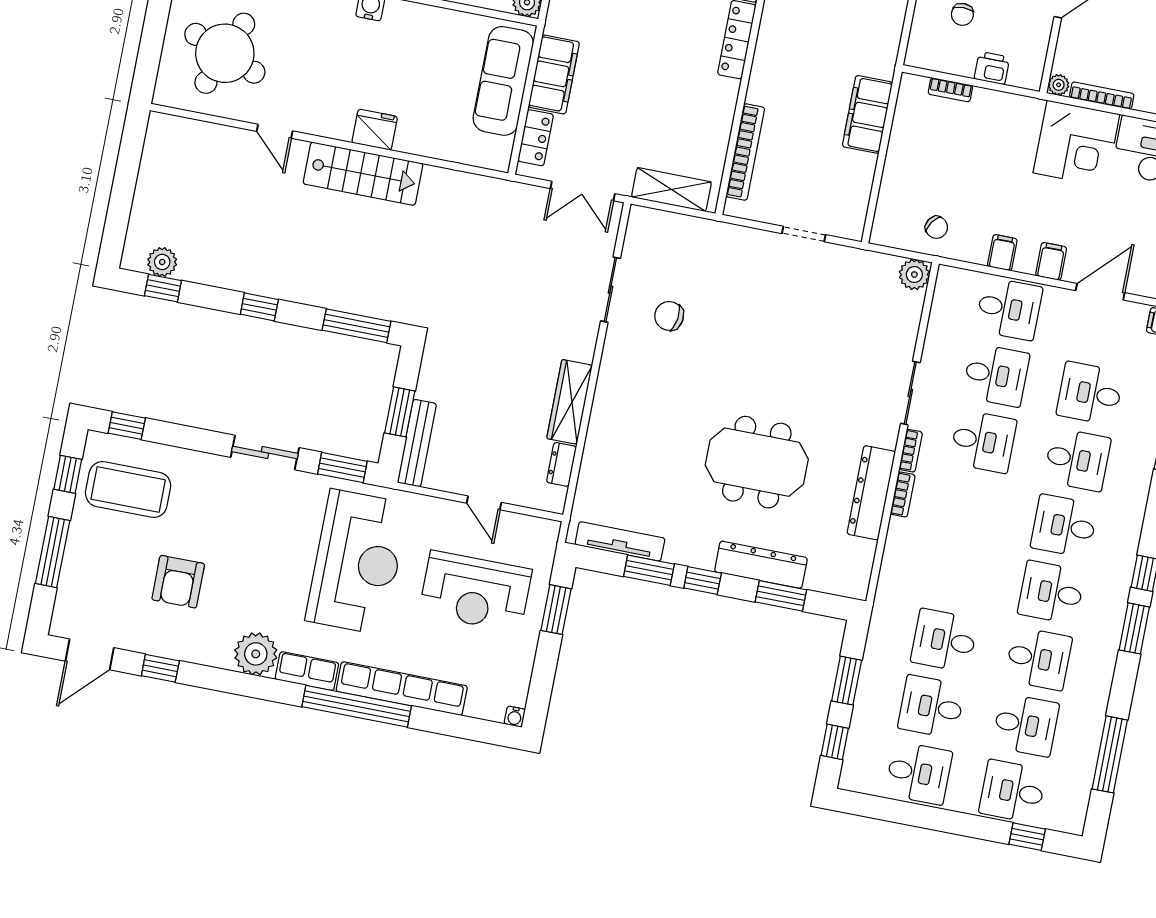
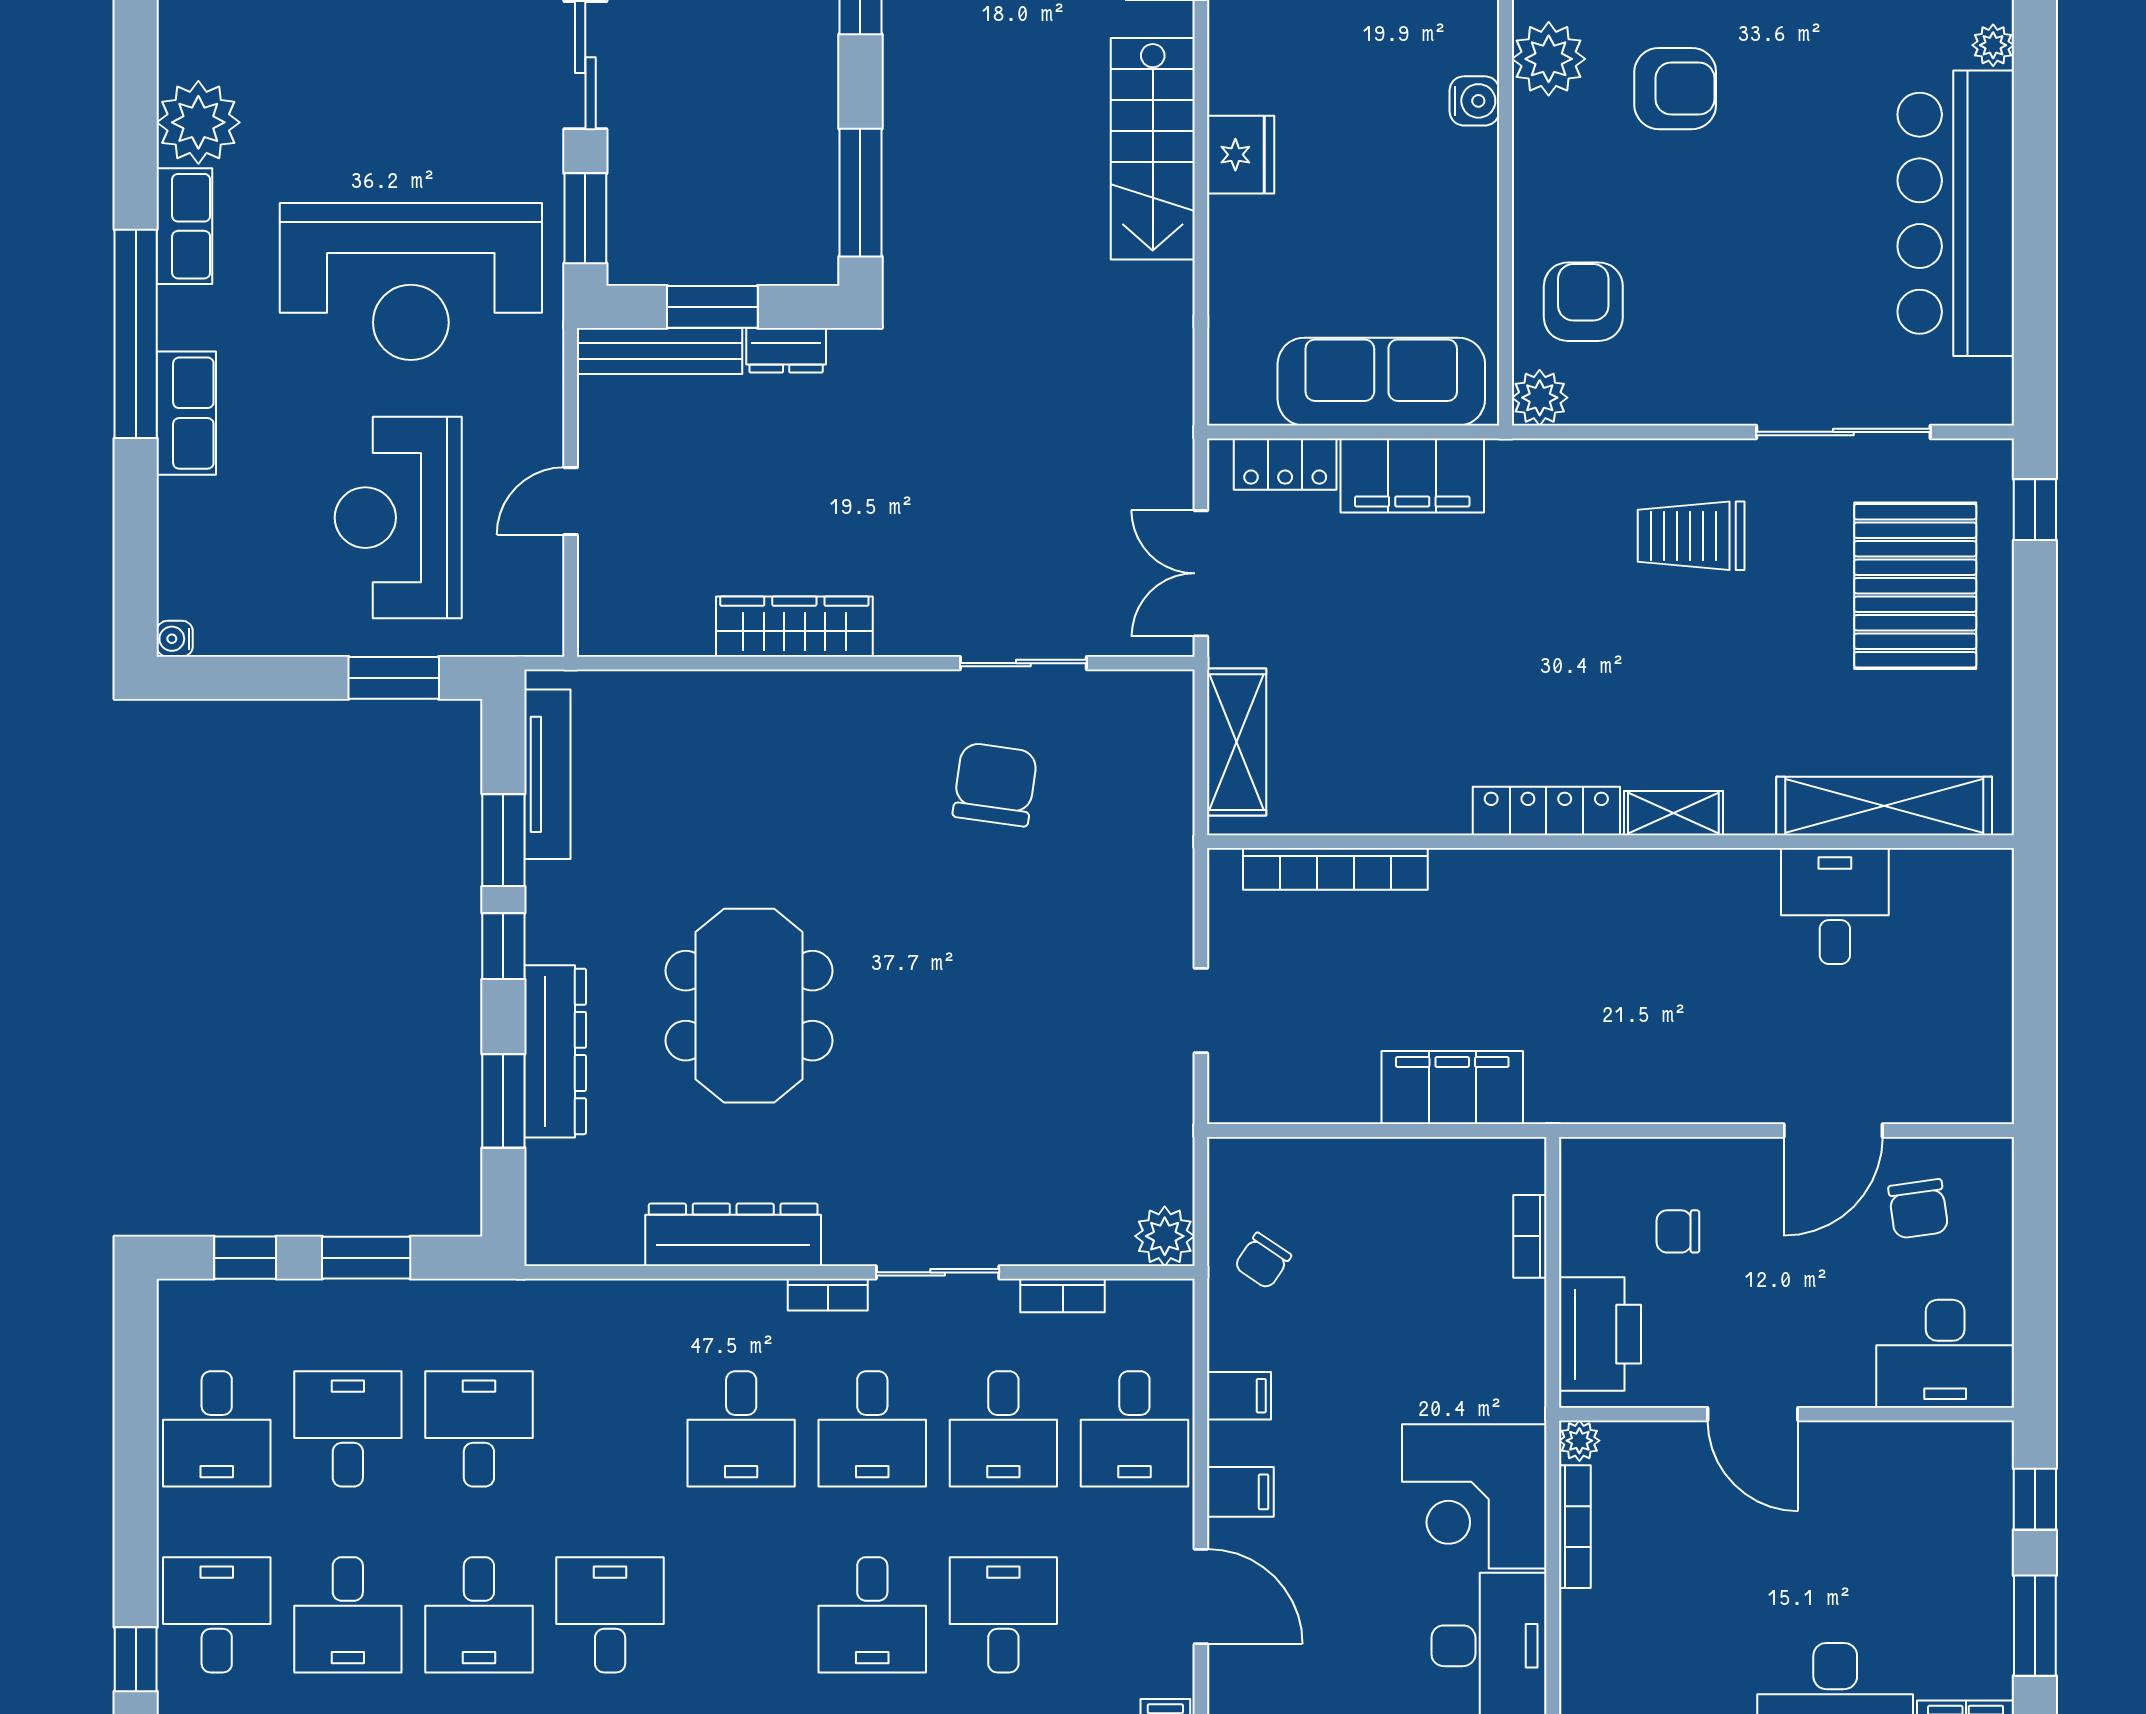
printer: (992, 68) -> (1600, 1334), width x1.87, depth x1.48
chair: (669, 316) -> (995, 784), width x1.37, depth x1.37
dresser: (561, 464) -> (786, 350), moved, turned 180
bookcase: (903, 494) -> (1063, 1296), moved
desk: (1064, 526) -> (741, 1429), moved, turned 180
row of seats: (402, 689) -> (186, 413), width x0.50

